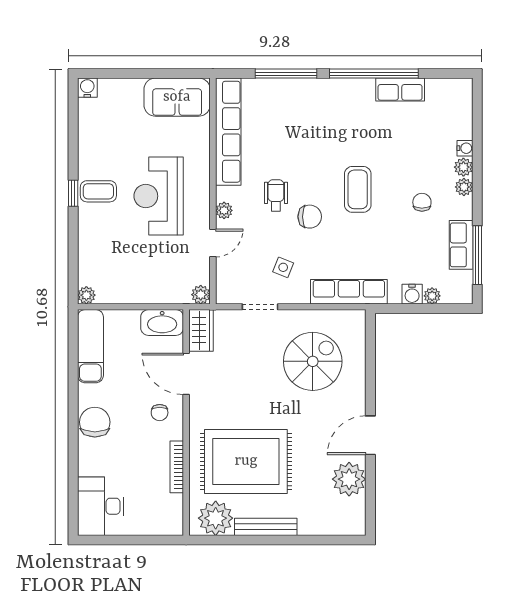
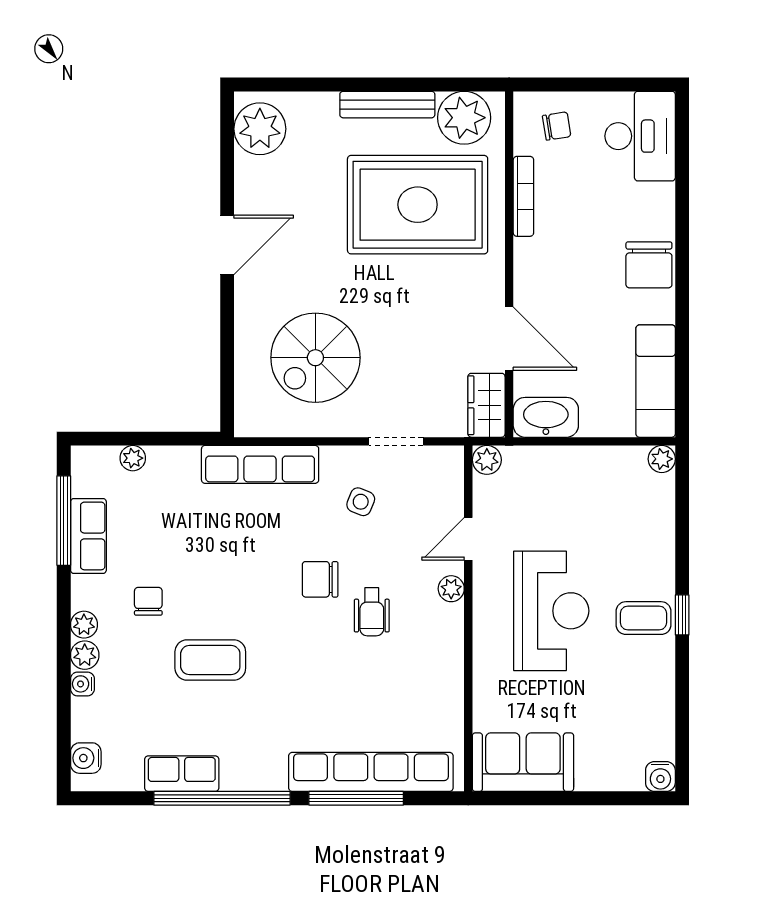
row of seats: (228, 132) -> (371, 772), moved, turned 90
coffee table: (358, 189) -> (210, 660), moved, turned 90
chair: (422, 202) -> (148, 601), turned 180
water cooler: (412, 294) -> (86, 758), moved, turned -90
chair: (160, 413) -> (557, 126), moved, turned 81
plant: (349, 479) -> (260, 129), moved

